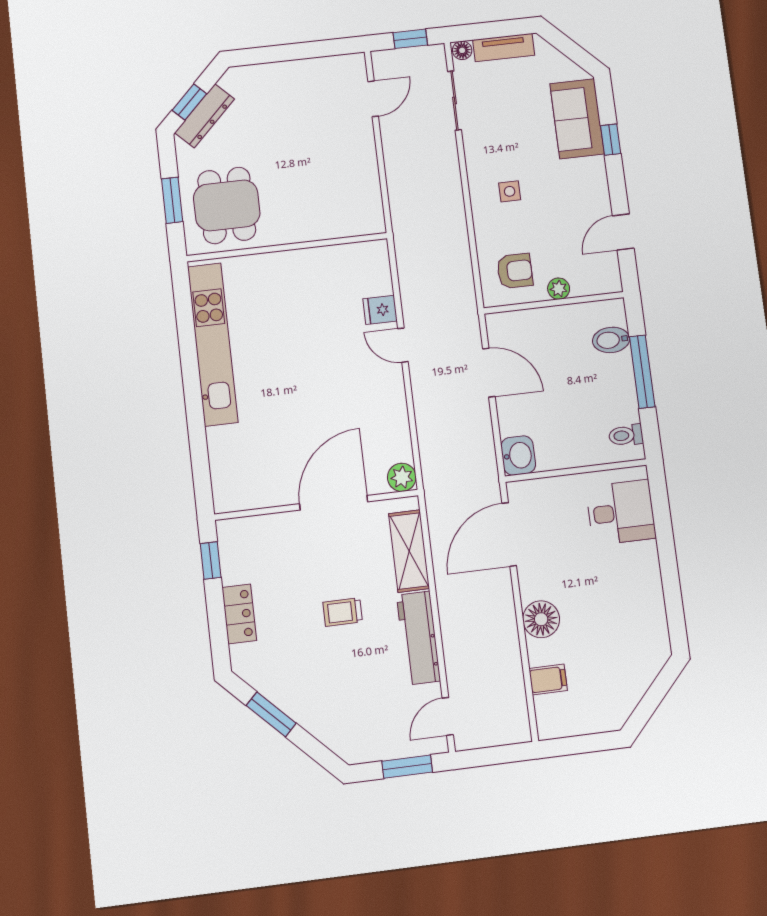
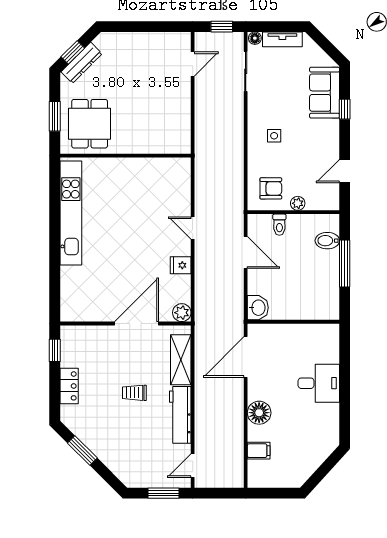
fridge: (380, 310) -> (181, 265), moved
toilet: (626, 435) -> (279, 225), moved, turned -90
desk: (621, 512) -> (319, 383), moved

